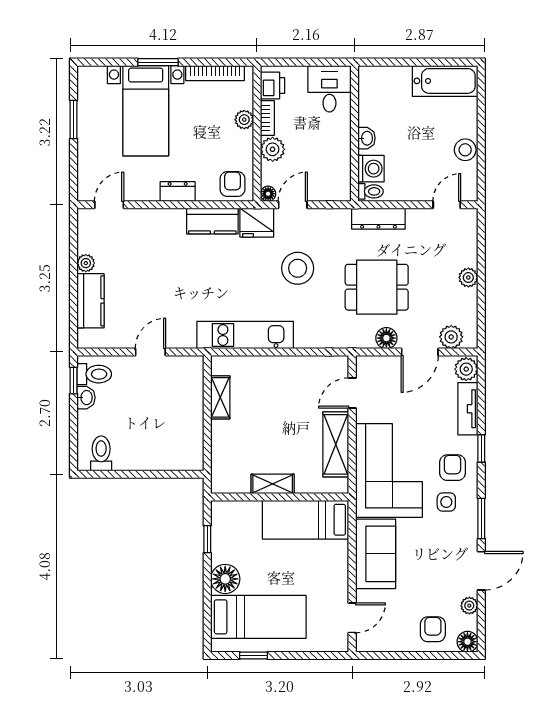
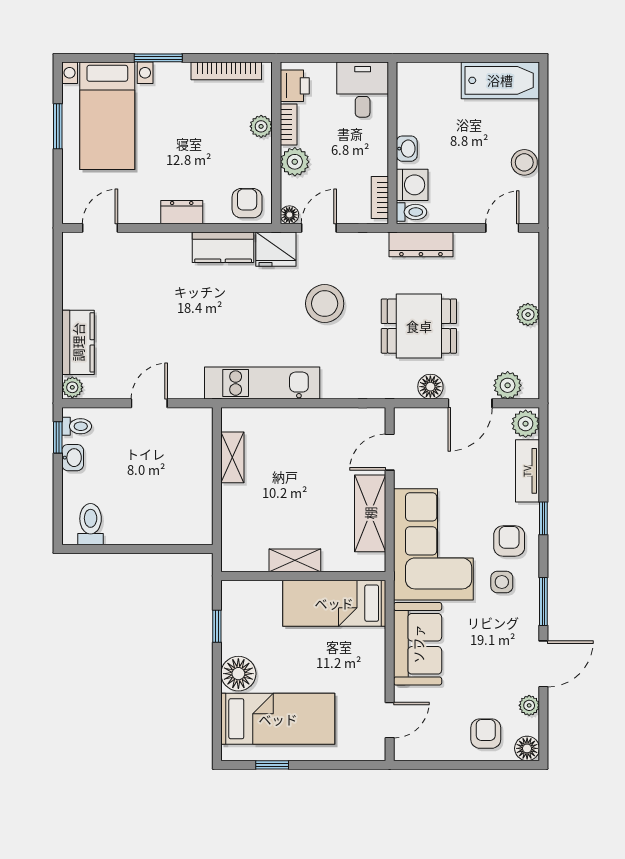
bed with nightstands: (146, 111) -> (107, 116), moved
bookcase: (344, 179) -> (380, 197), added
plant: (86, 263) -> (72, 387), moved
toilet: (94, 374) -> (77, 426), width x0.73, depth x0.72

